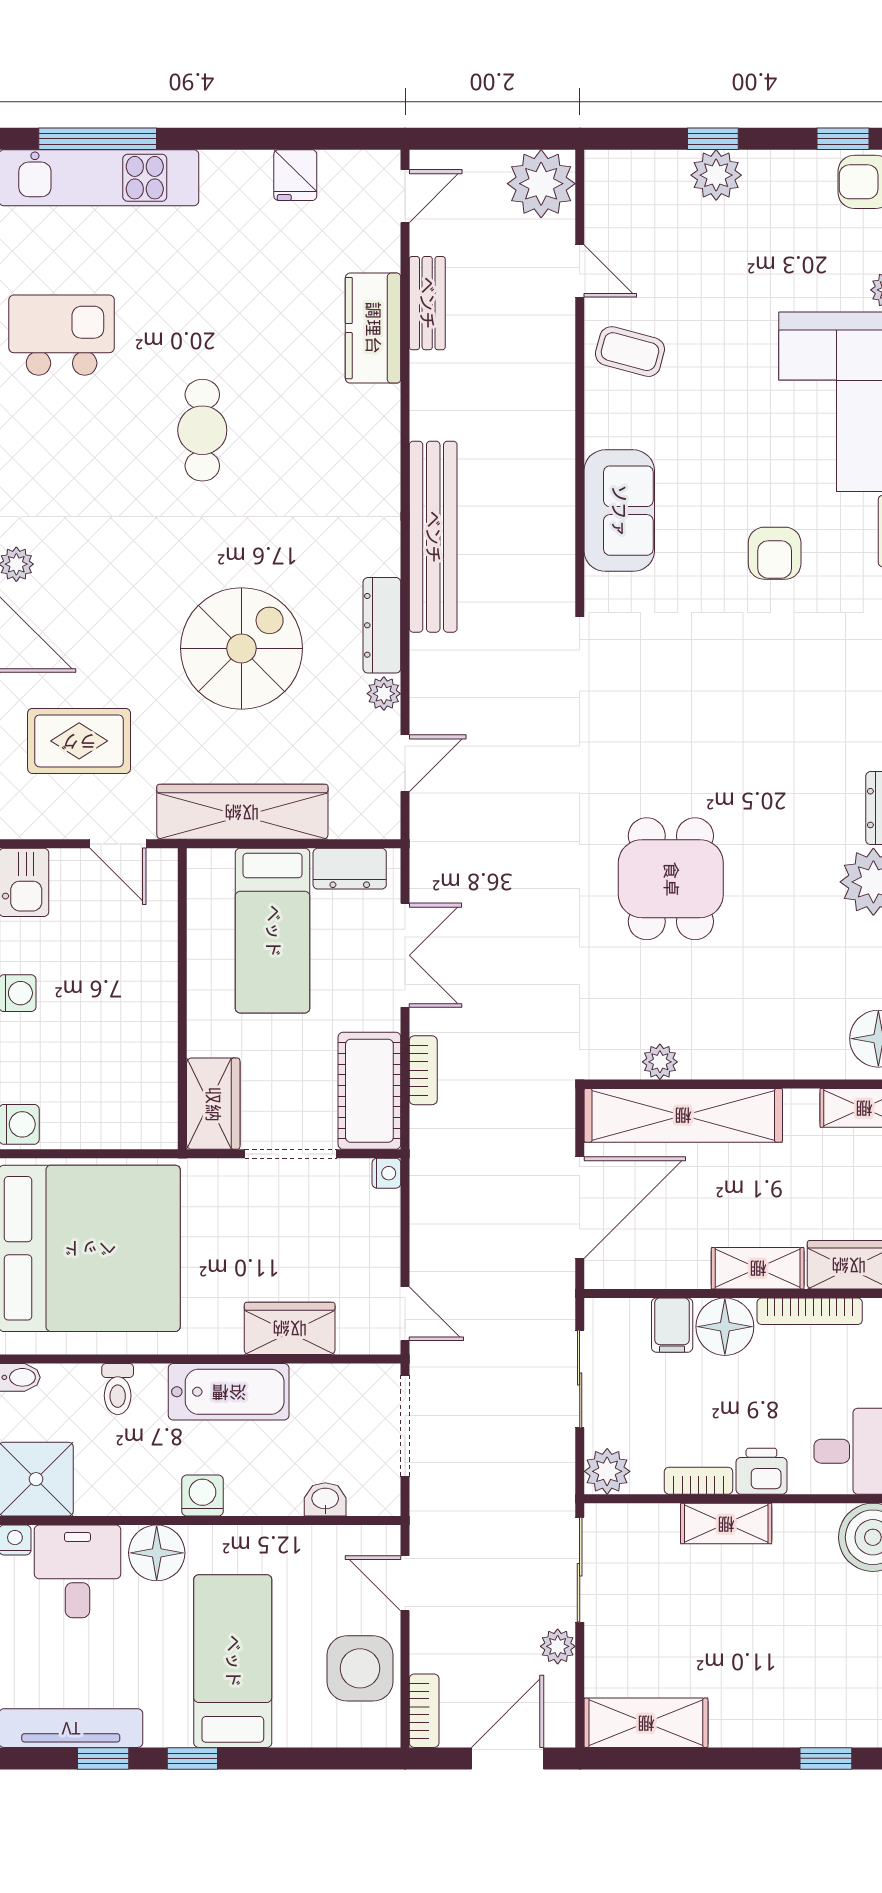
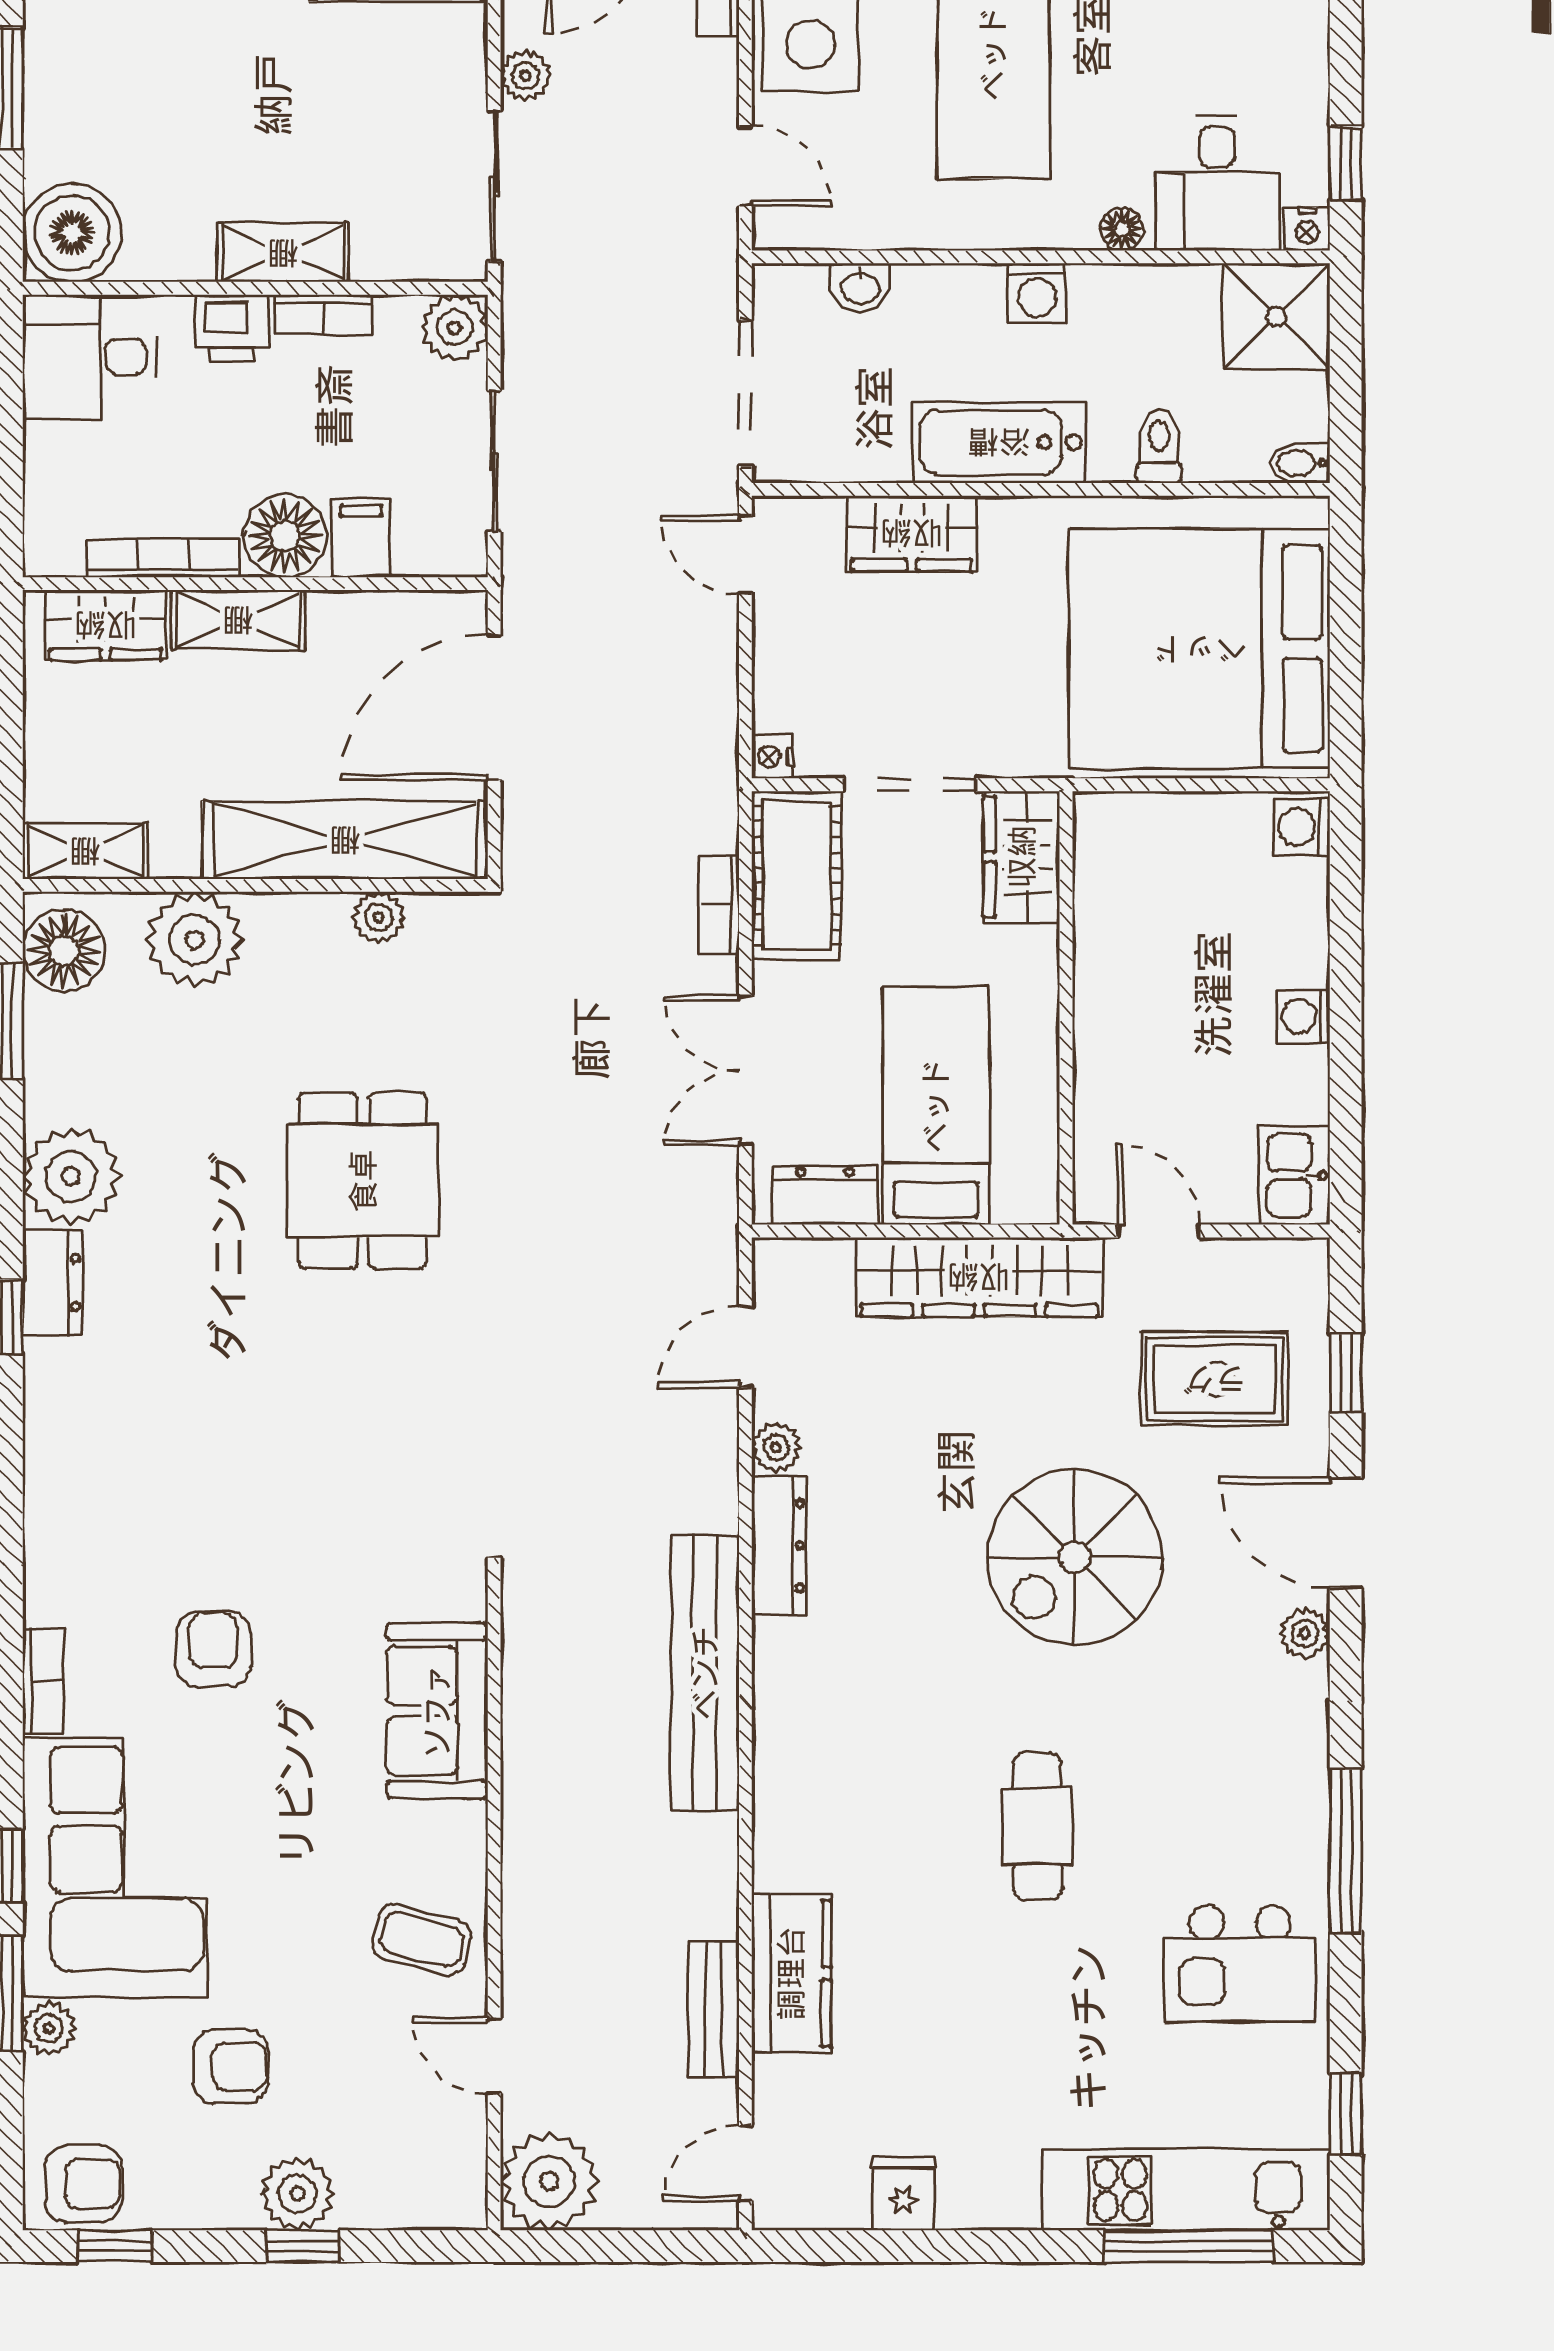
armchair: (763, 263) -> (230, 2066), added
spiral stairs: (242, 648) -> (1075, 1557), moved
plant: (788, 1046) -> (195, 940), added
floor lamp: (157, 1553) -> (1122, 229), width x0.53, depth x0.53

